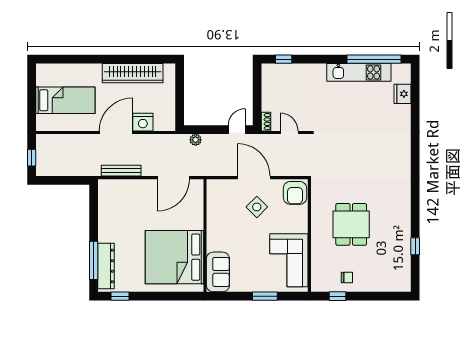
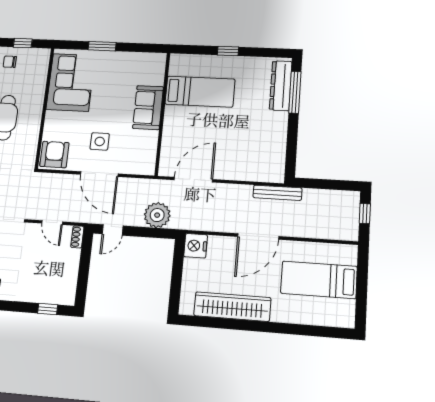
nightstand: (143, 122) -> (196, 246), moved, turned -90
plant: (196, 140) -> (157, 215), width x1.88, depth x1.88
bench: (121, 171) -> (277, 193), moved
side table: (257, 207) -> (100, 141), turned 45
bed: (174, 257) -> (200, 92), width x0.49
sofa: (218, 272) -> (148, 108), moved
window: (120, 296) -> (228, 51), moved

